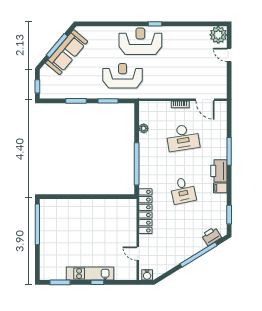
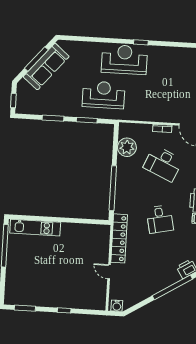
plant: (144, 128) -> (127, 147), width x1.87, depth x1.87
desk: (183, 138) -> (163, 164), turned 33
door: (138, 254) -> (109, 272), moved
kitchen unit: (90, 274) -> (35, 228), moved, turned 180

